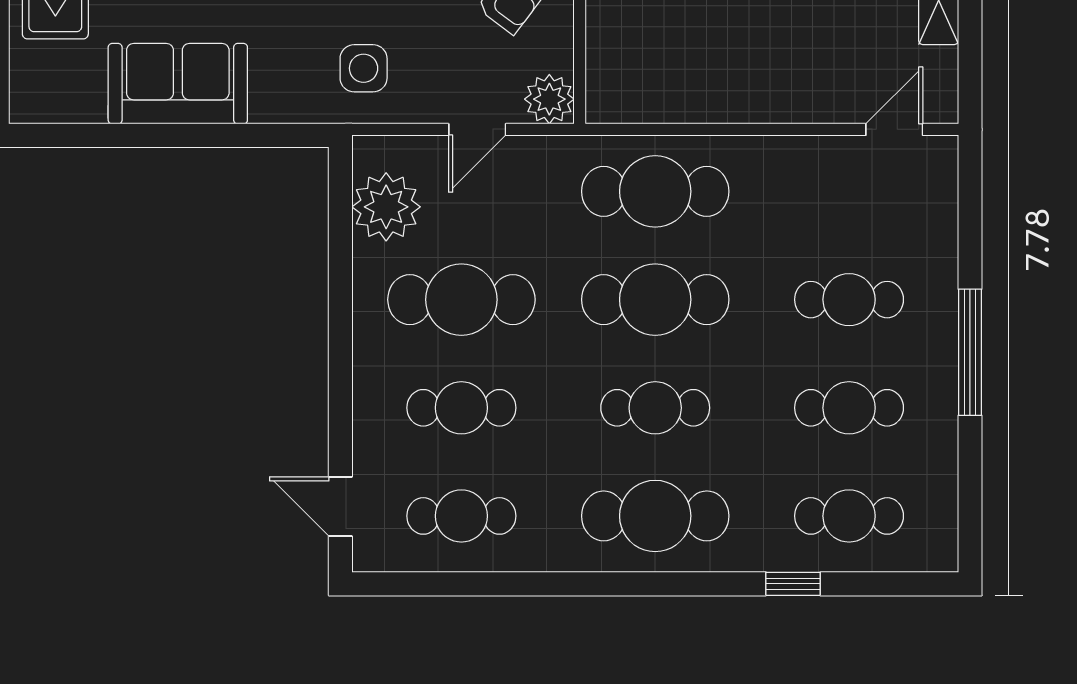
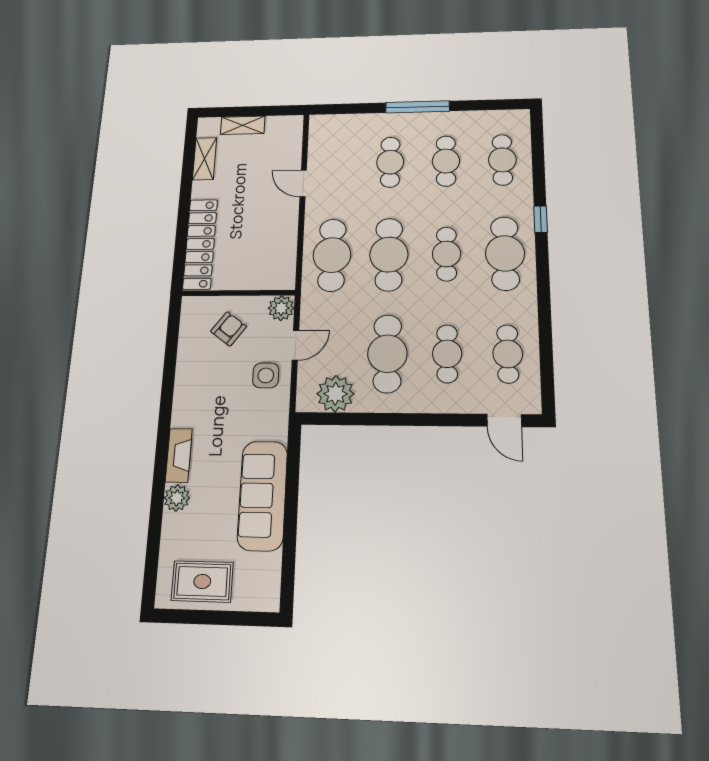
side table: (364, 68) -> (266, 375), moved
sofa: (178, 84) -> (262, 495), width x1.36
door: (477, 129) -> (295, 345), hinge flipped
door: (894, 129) -> (303, 183), moved
door: (340, 507) -> (504, 420), hinge flipped
window: (793, 584) -> (541, 219), moved

